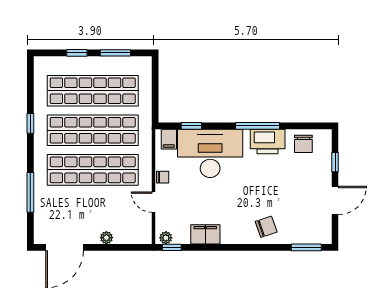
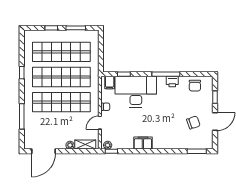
printer: (268, 141) -> (172, 82), width x0.53, depth x0.68
door: (153, 202) -> (100, 123), hinge flipped
chair: (266, 227) -> (193, 123), moved
filing cabinet: (205, 234) -> (143, 143), moved
shelving: (130, 237) -> (85, 145), added

